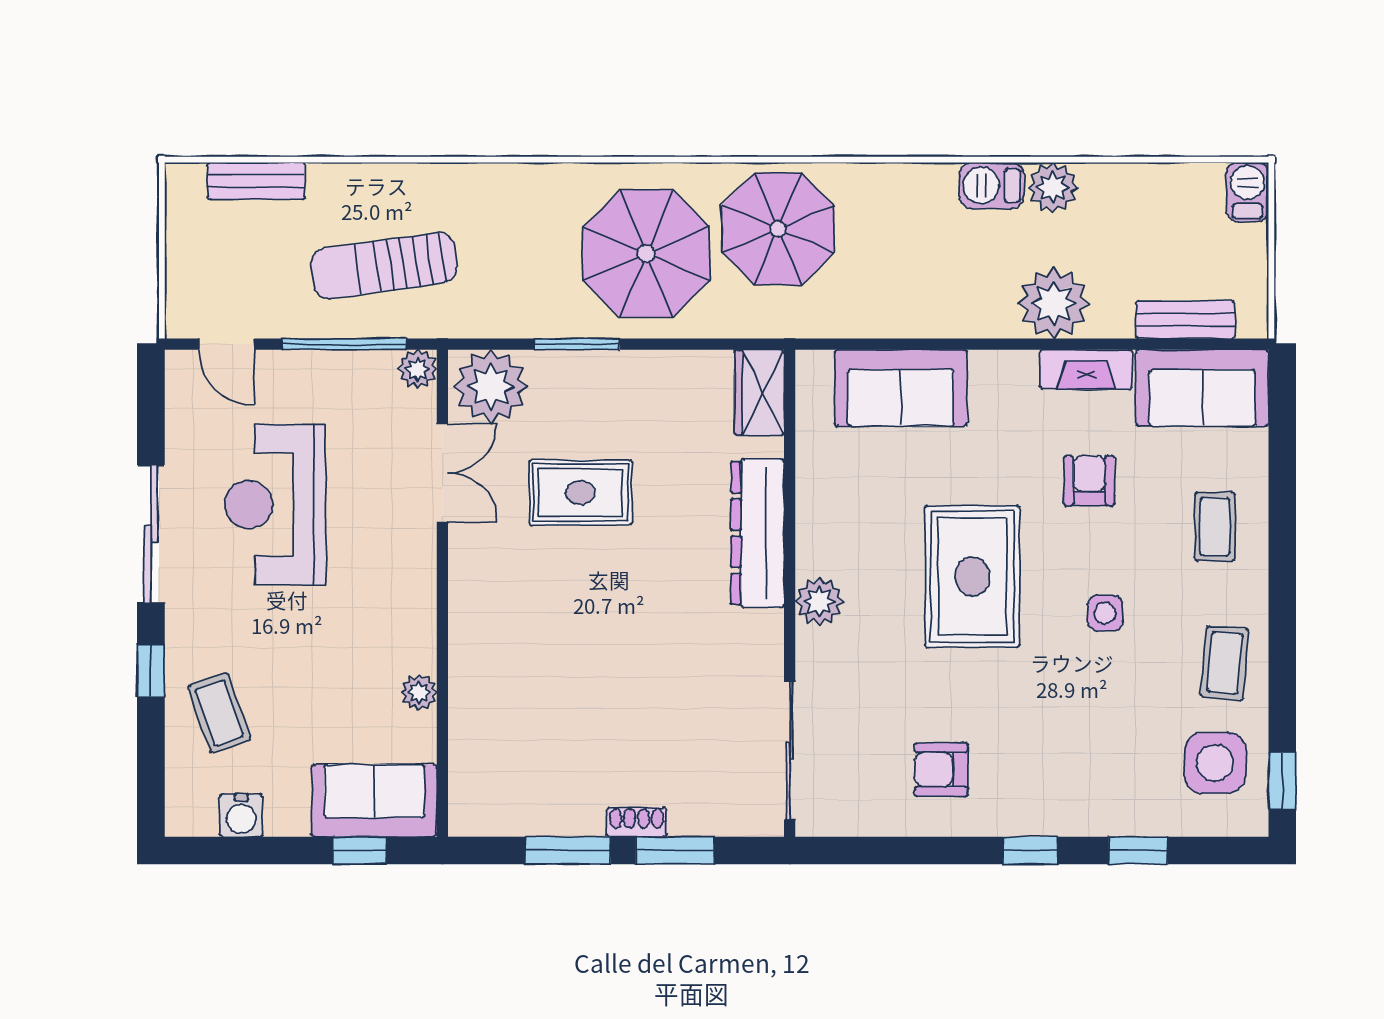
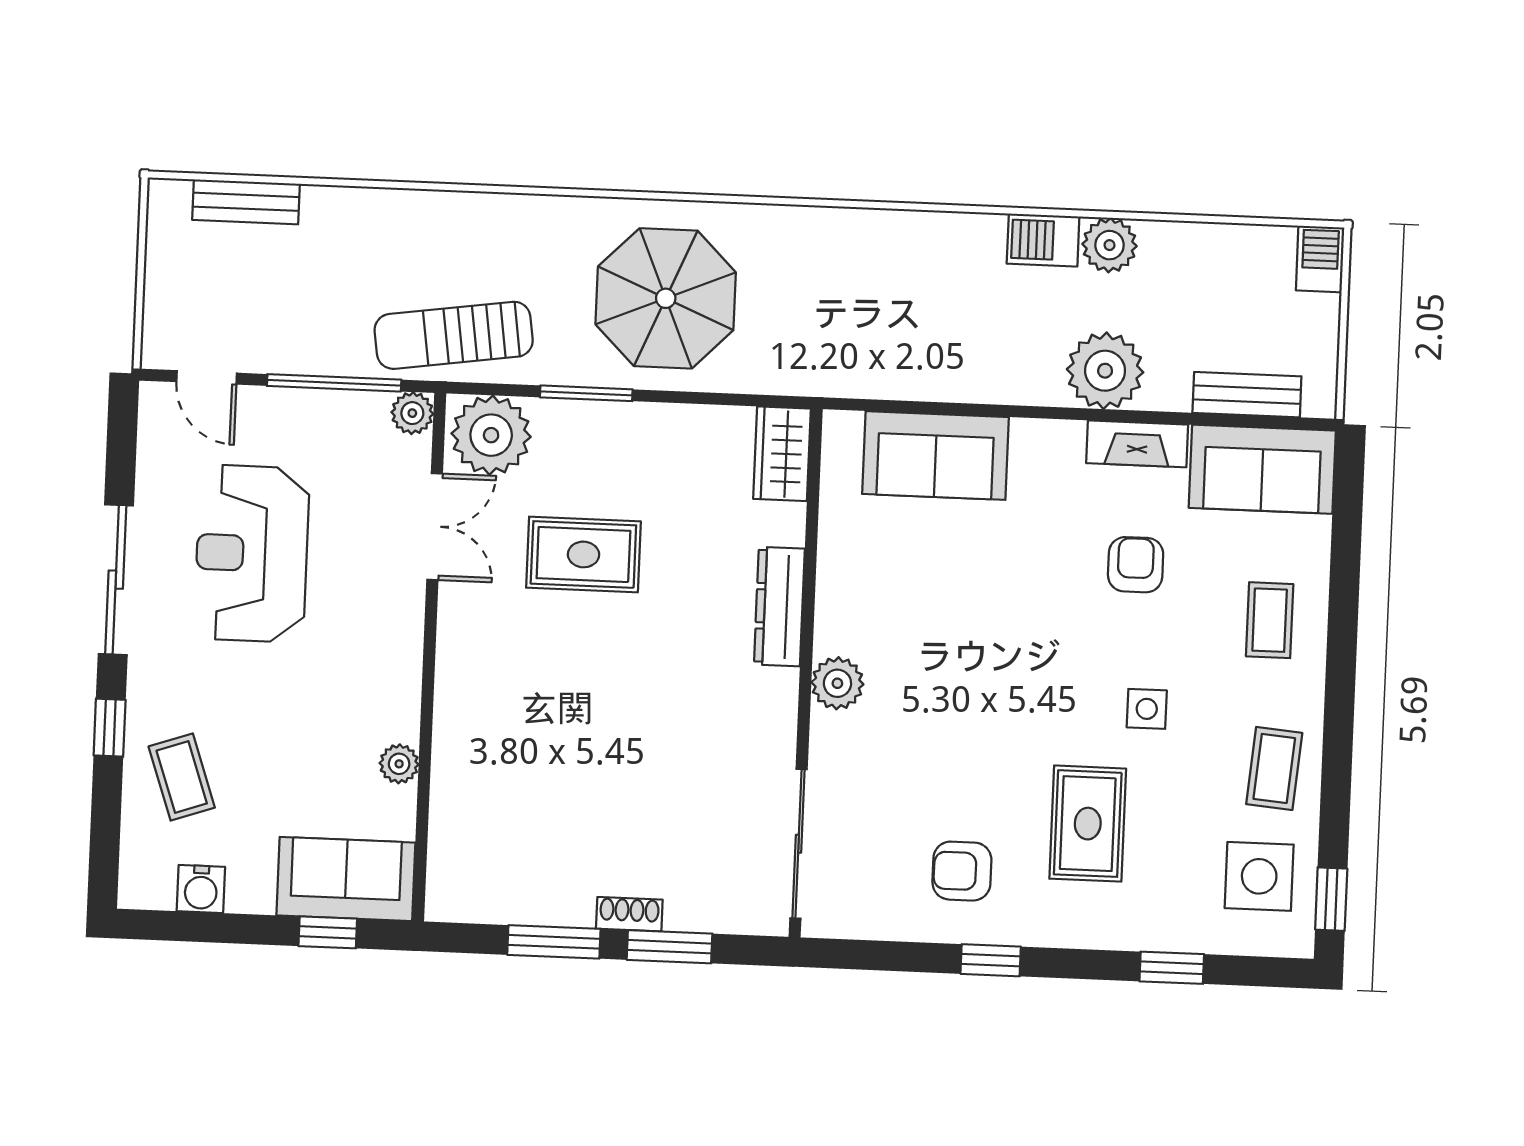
parasol: (778, 229) -> (810, 277), removed
sun lounger: (384, 266) -> (454, 335), moved
dresser: (758, 533) -> (779, 607), width x0.73, depth x0.80
rug: (972, 576) -> (1088, 824), moved, width x0.73, depth x0.70
window: (1031, 850) -> (991, 960), moved

